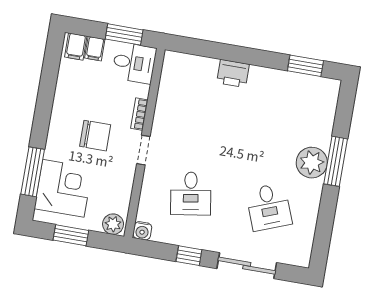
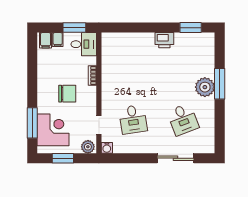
printer: (233, 73) -> (164, 40), moved
doorway: (143, 150) -> (99, 125), moved
window: (189, 256) -> (138, 158), removed

